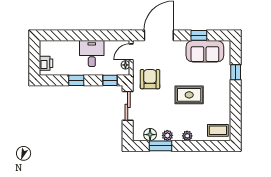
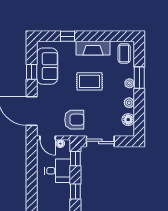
desk: (92, 54) -> (58, 171), moved, turned 180
armchair: (150, 79) -> (74, 120), turned 180
rug: (189, 95) -> (90, 81), turned 90
fireplace: (223, 98) -> (93, 48), added
window: (161, 146) -> (139, 78), moved

